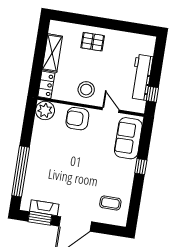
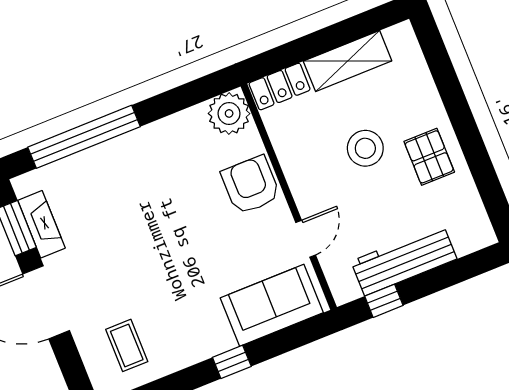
pallet: (93, 42) -> (429, 157), moved
stool: (86, 90) -> (365, 148), moved

